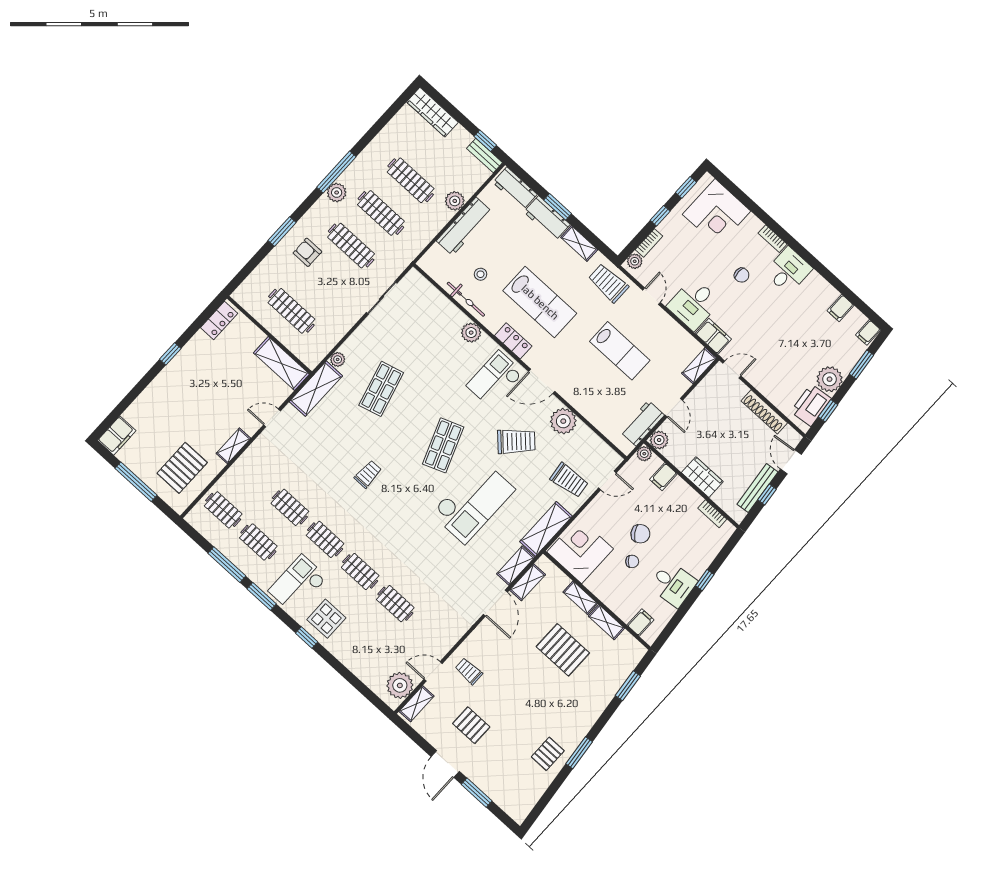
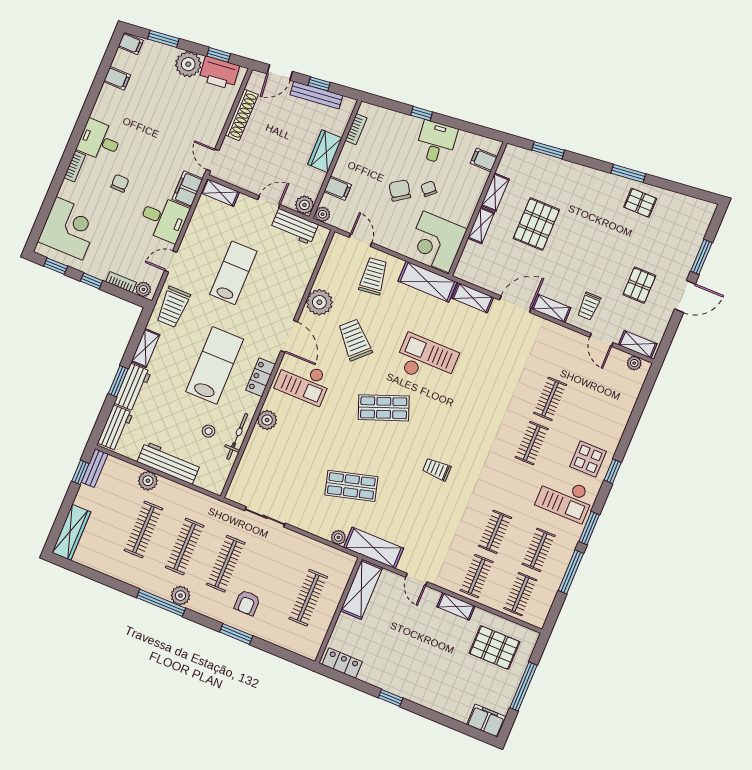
checkout: (473, 501) -> (427, 360), width x0.73, depth x0.83
clothes rail: (325, 539) -> (477, 576), moved
shelving: (528, 582) -> (551, 308), moved
plant: (400, 685) -> (634, 363), width x0.53, depth x0.53

